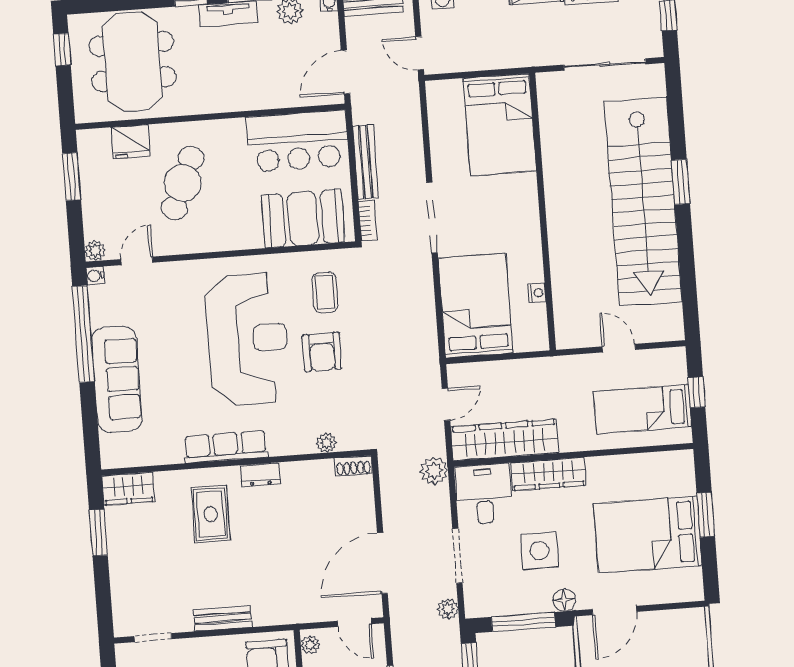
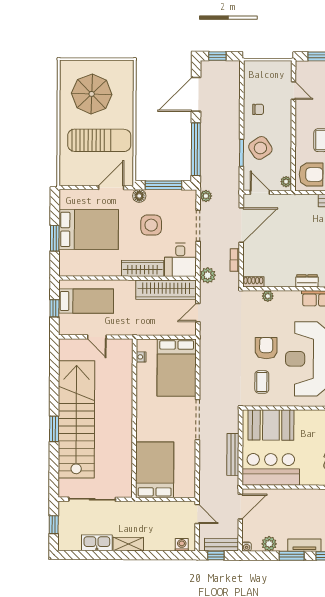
bookcase: (368, 221) -> (235, 260), moved
nightstand: (537, 293) -> (141, 357), moved

